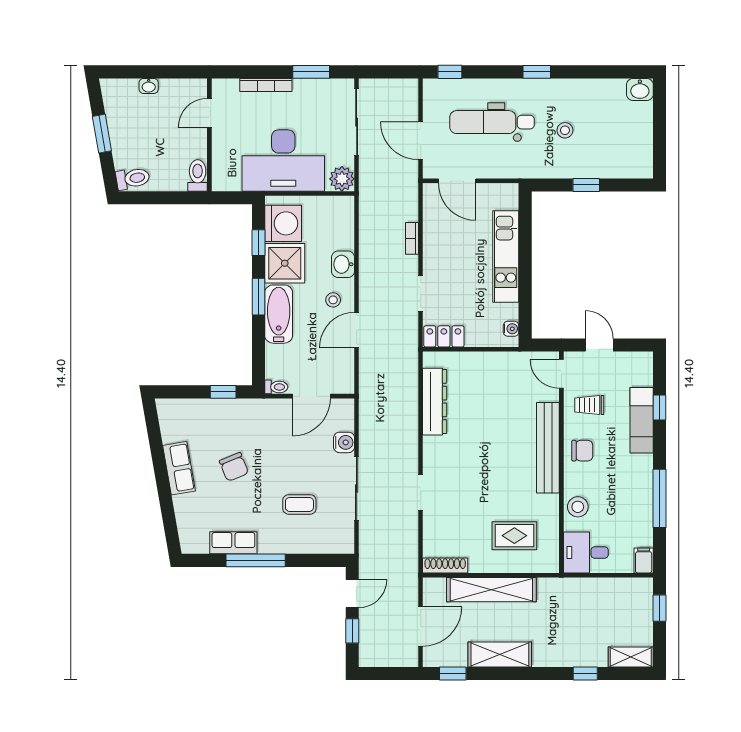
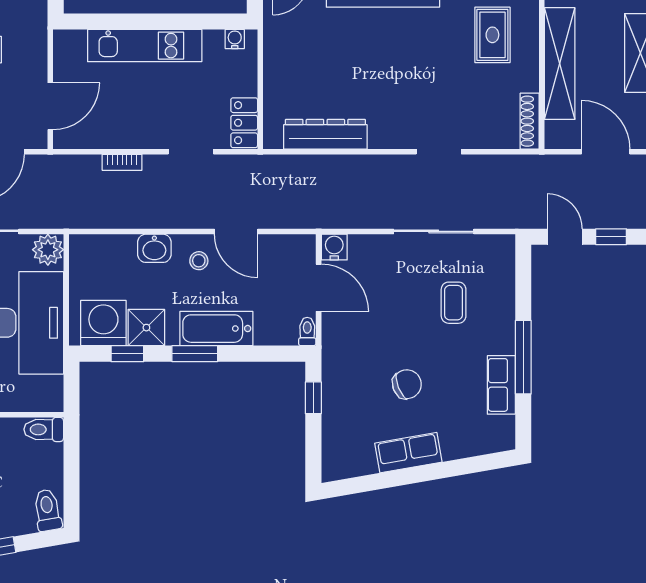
shower: (285, 263) -> (146, 328), width x0.73, depth x0.73
water cooler: (344, 442) -> (334, 247), moved

